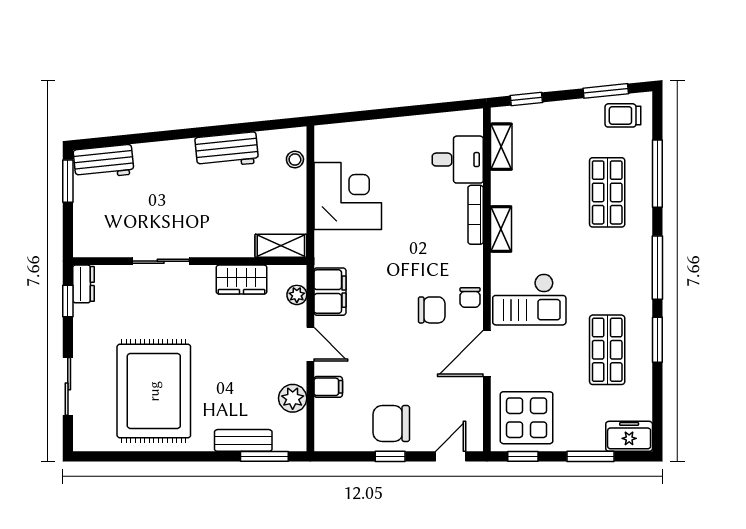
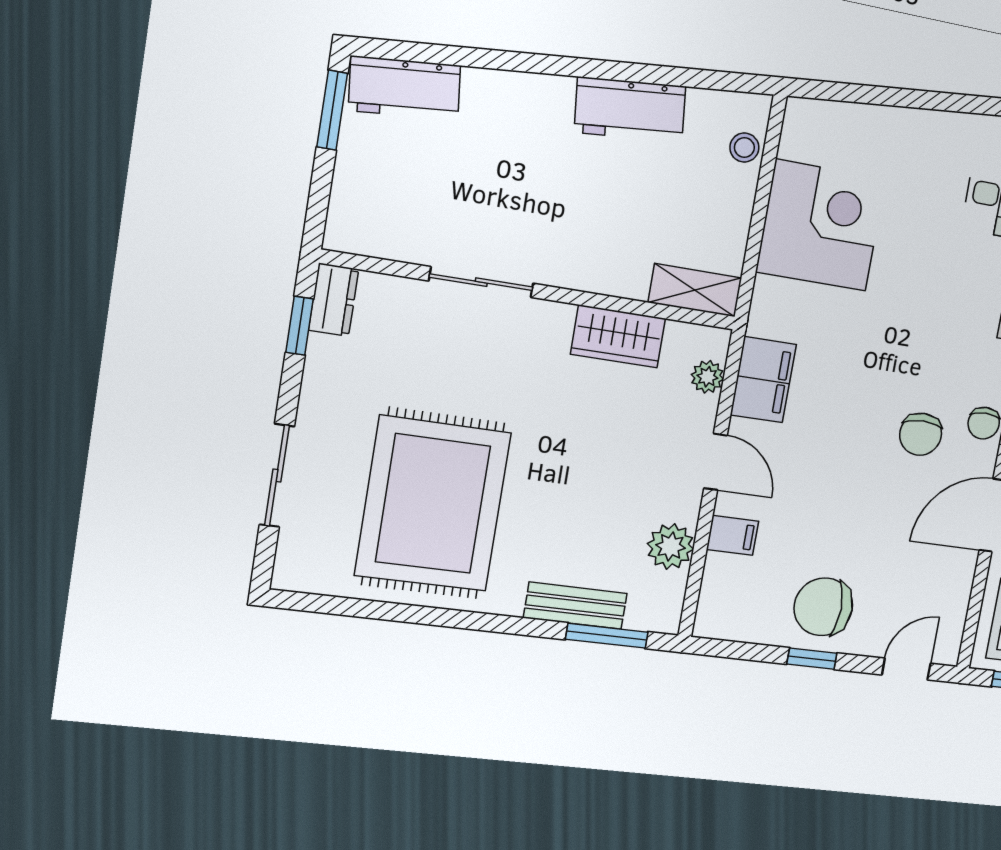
chair: (432, 310) -> (921, 434), turned 90

